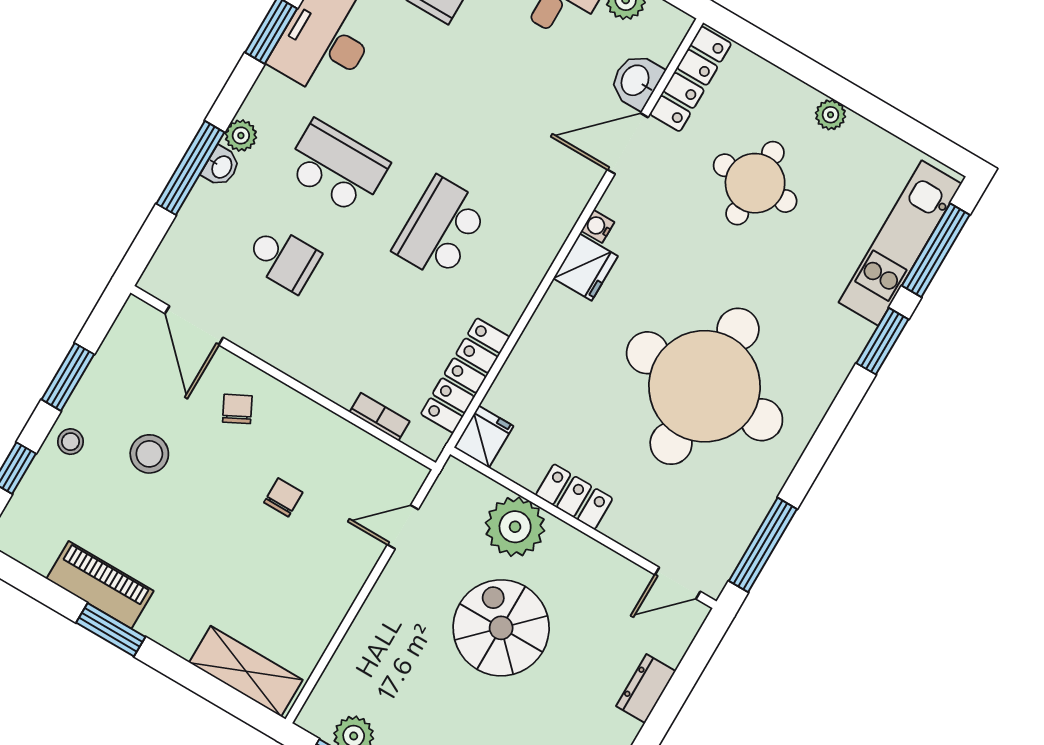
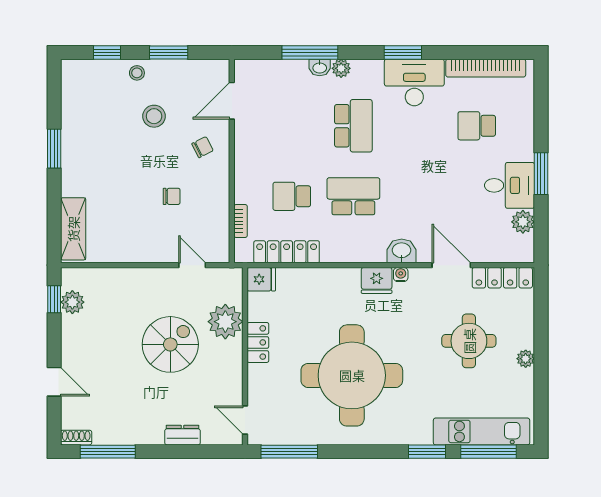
washbasin: (636, 81) -> (402, 251), moved
school desk: (283, 258) -> (292, 196), moved, turned 90
piano: (100, 585) -> (74, 130), removed

